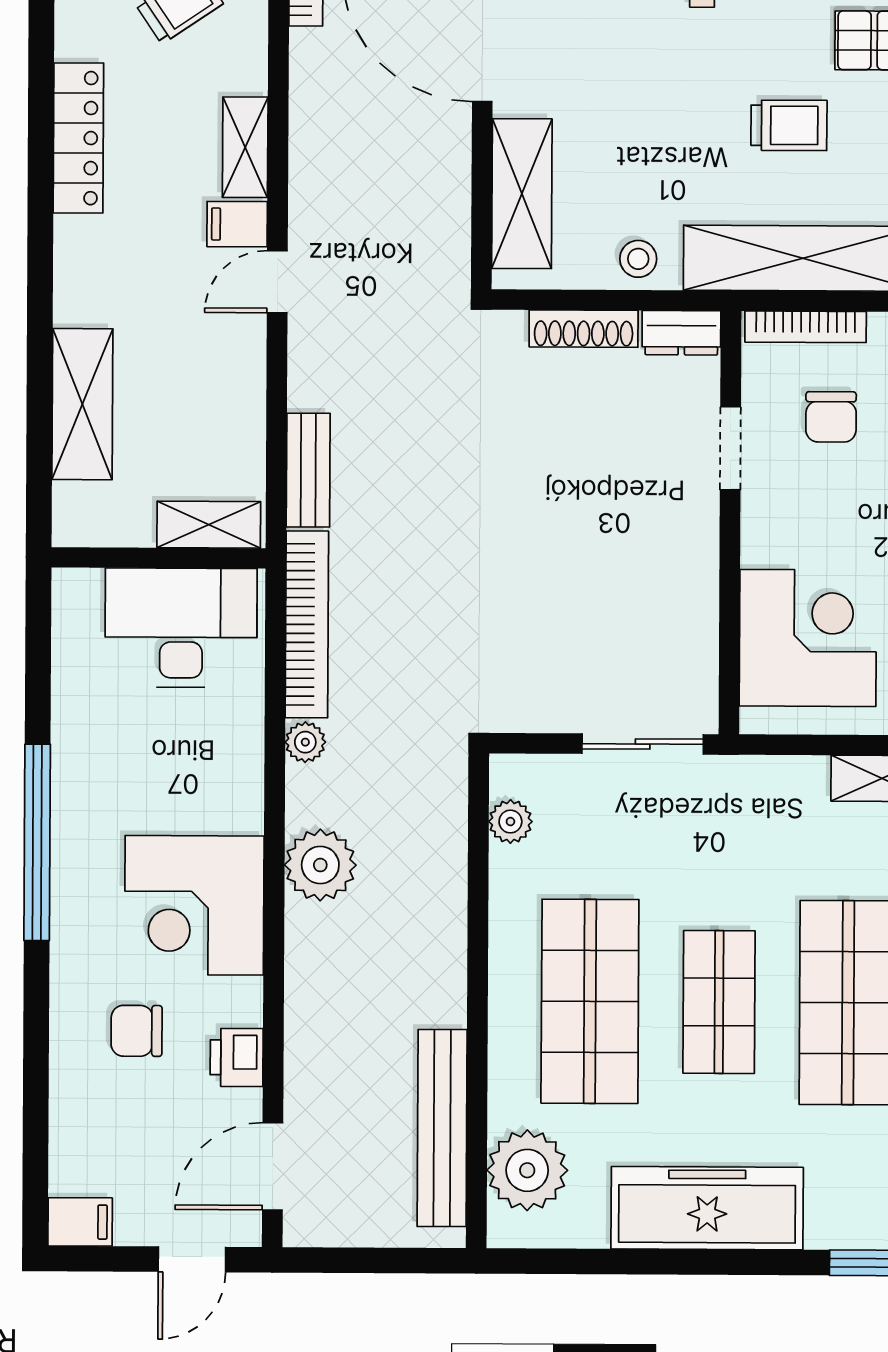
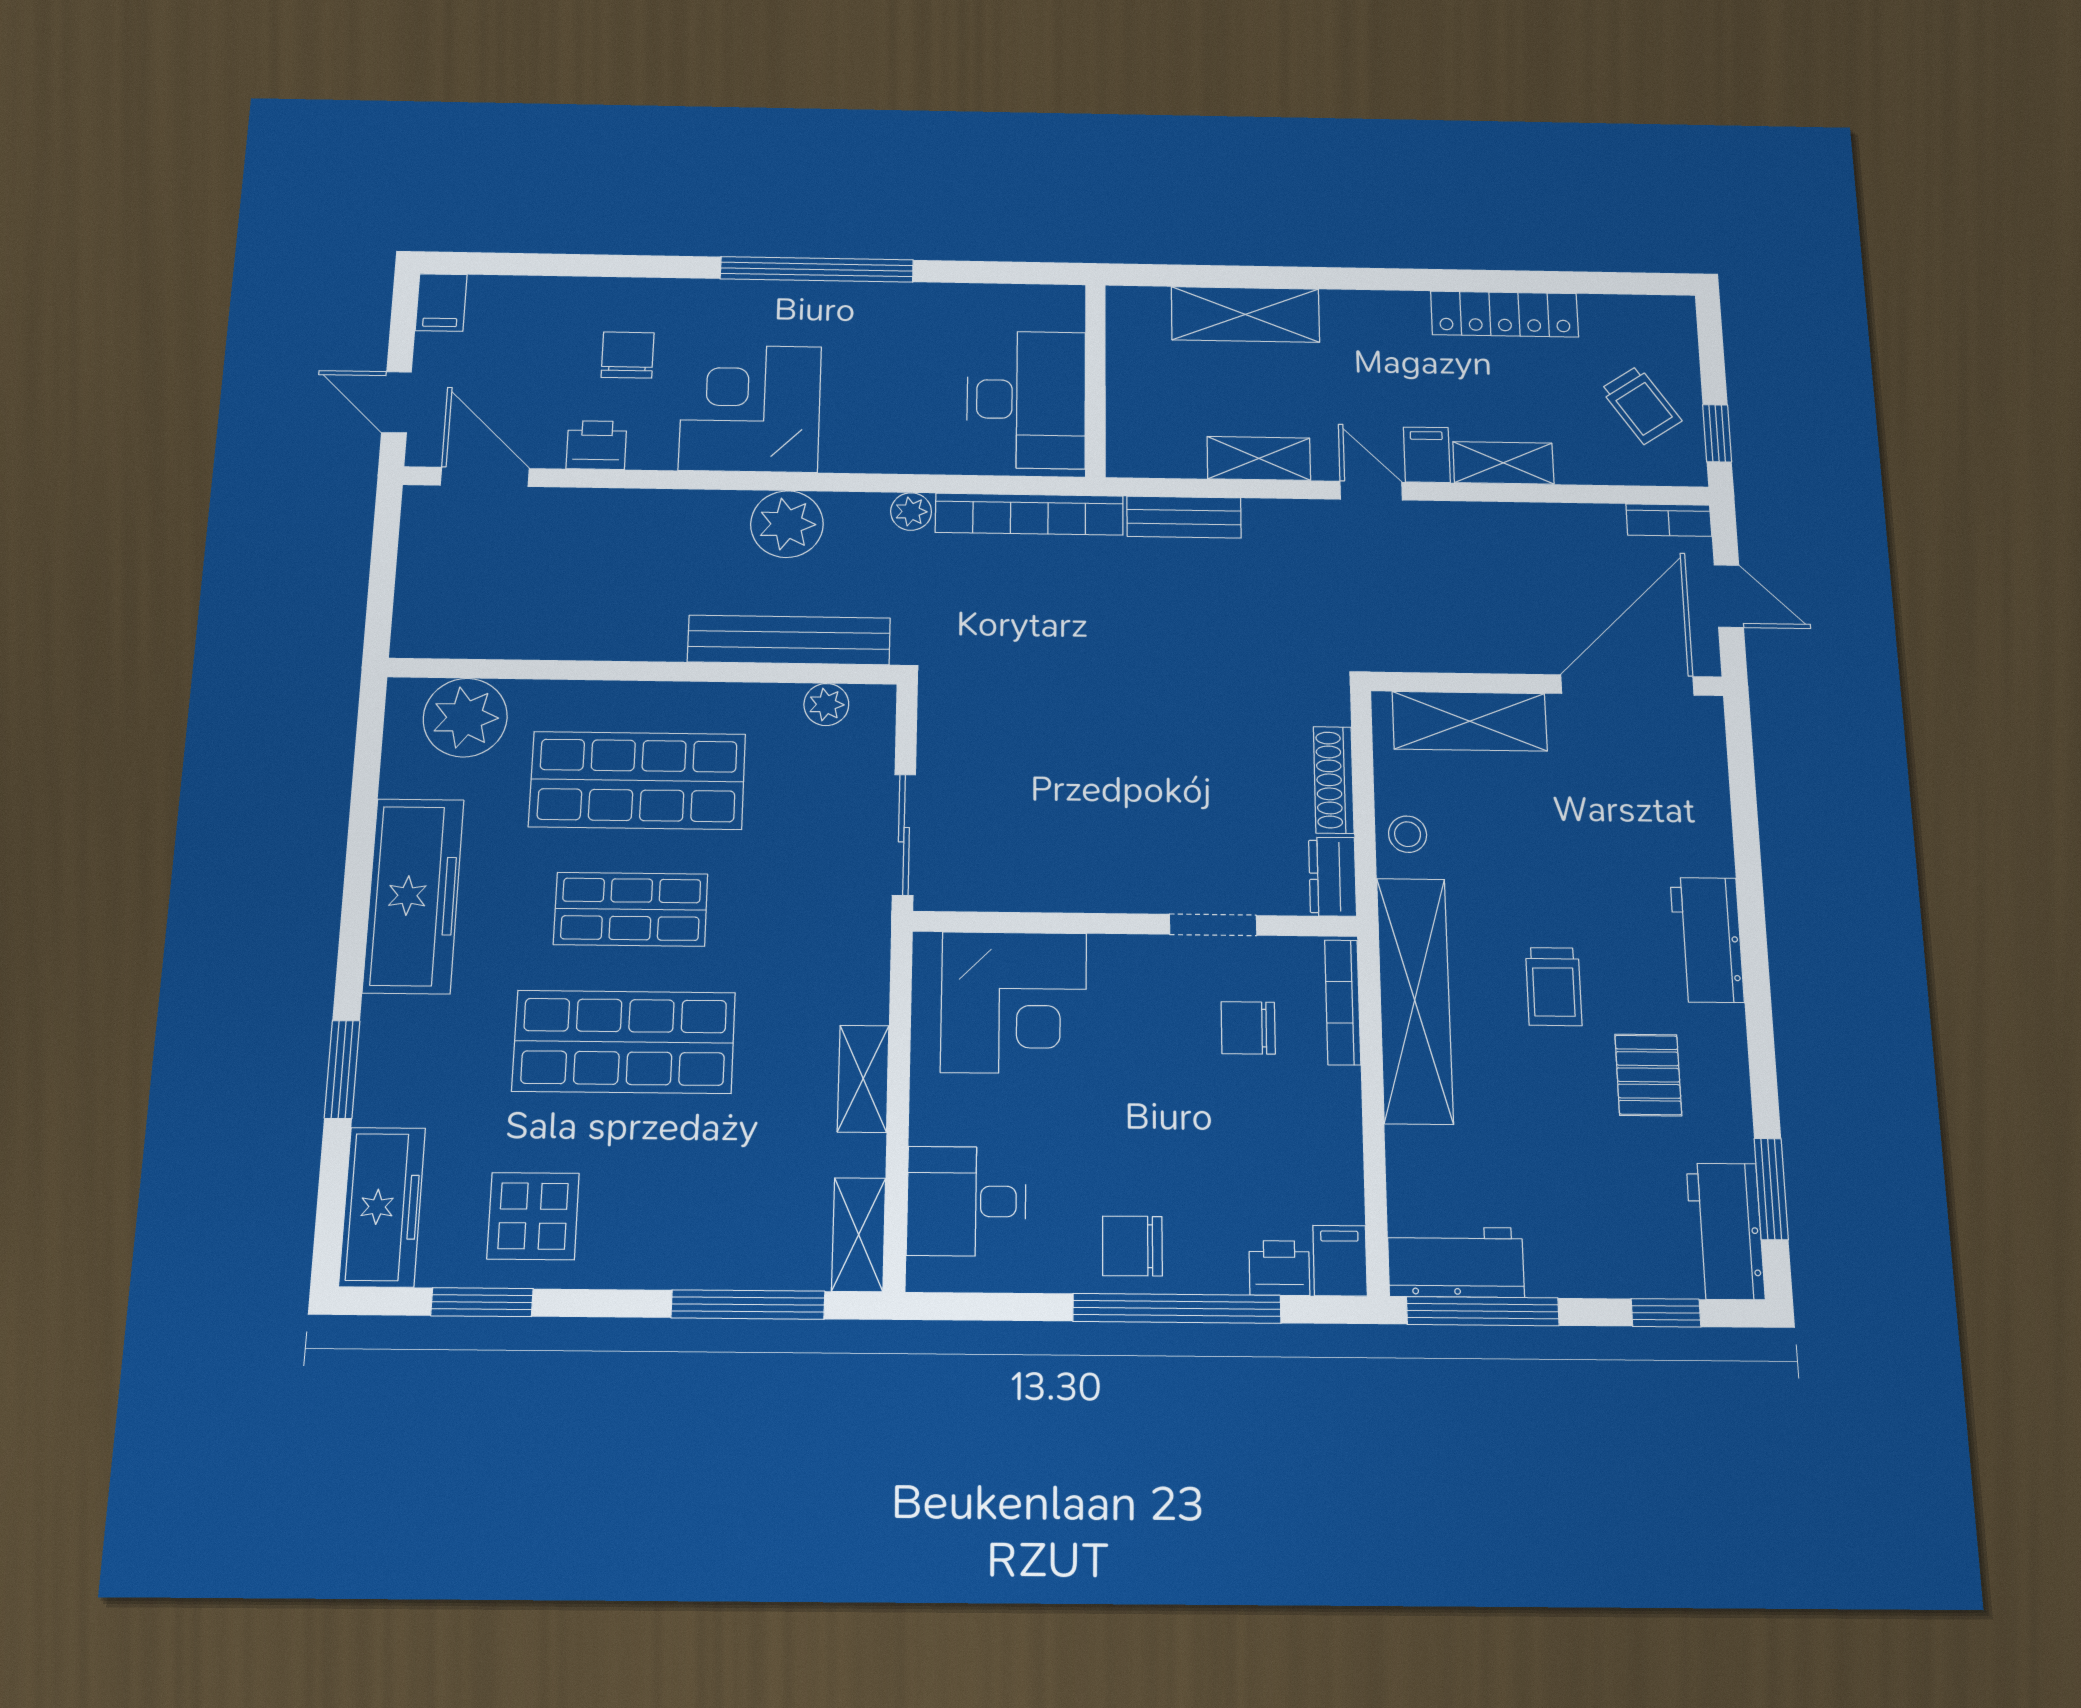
shelving: (209, 525) -> (1259, 458), moved, turned 90
bench: (442, 1128) -> (789, 640), moved

